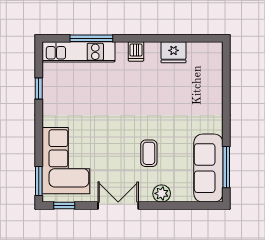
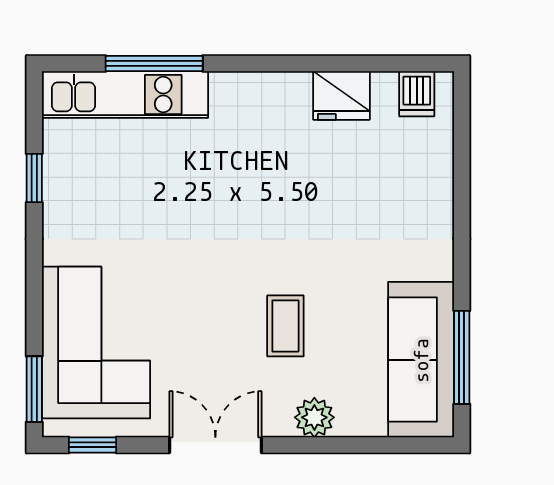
dishwasher: (136, 51) -> (417, 94), moved

